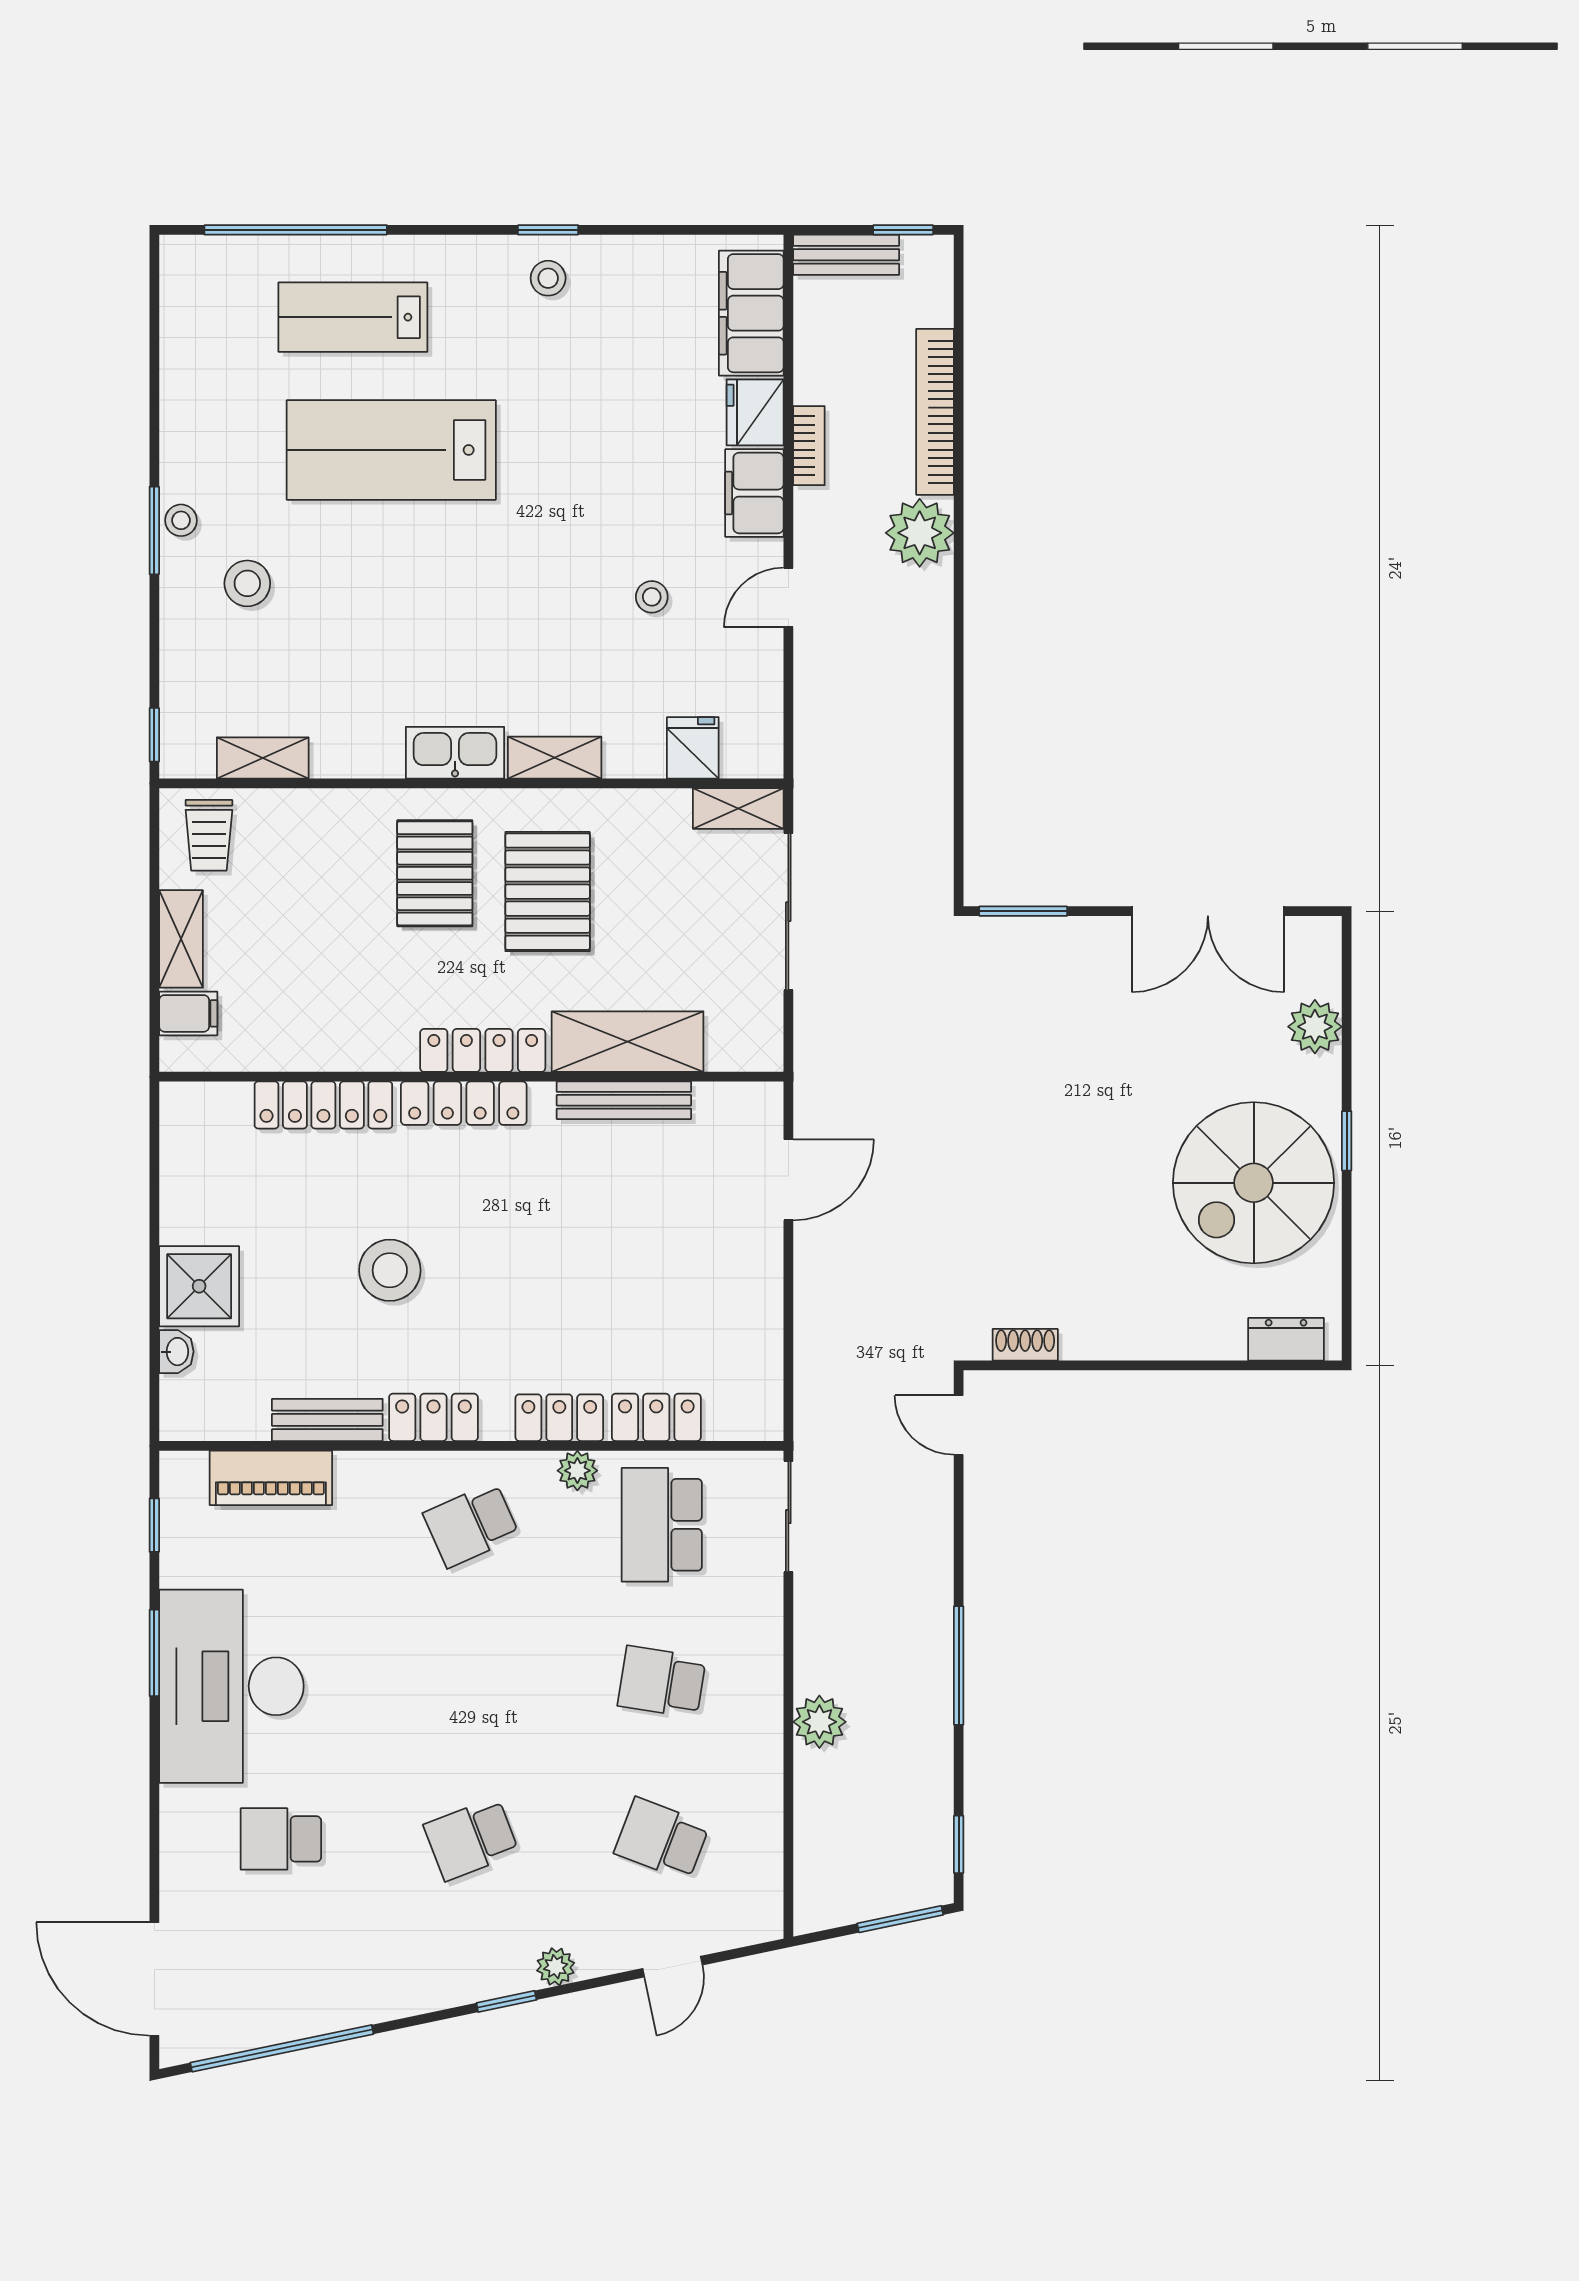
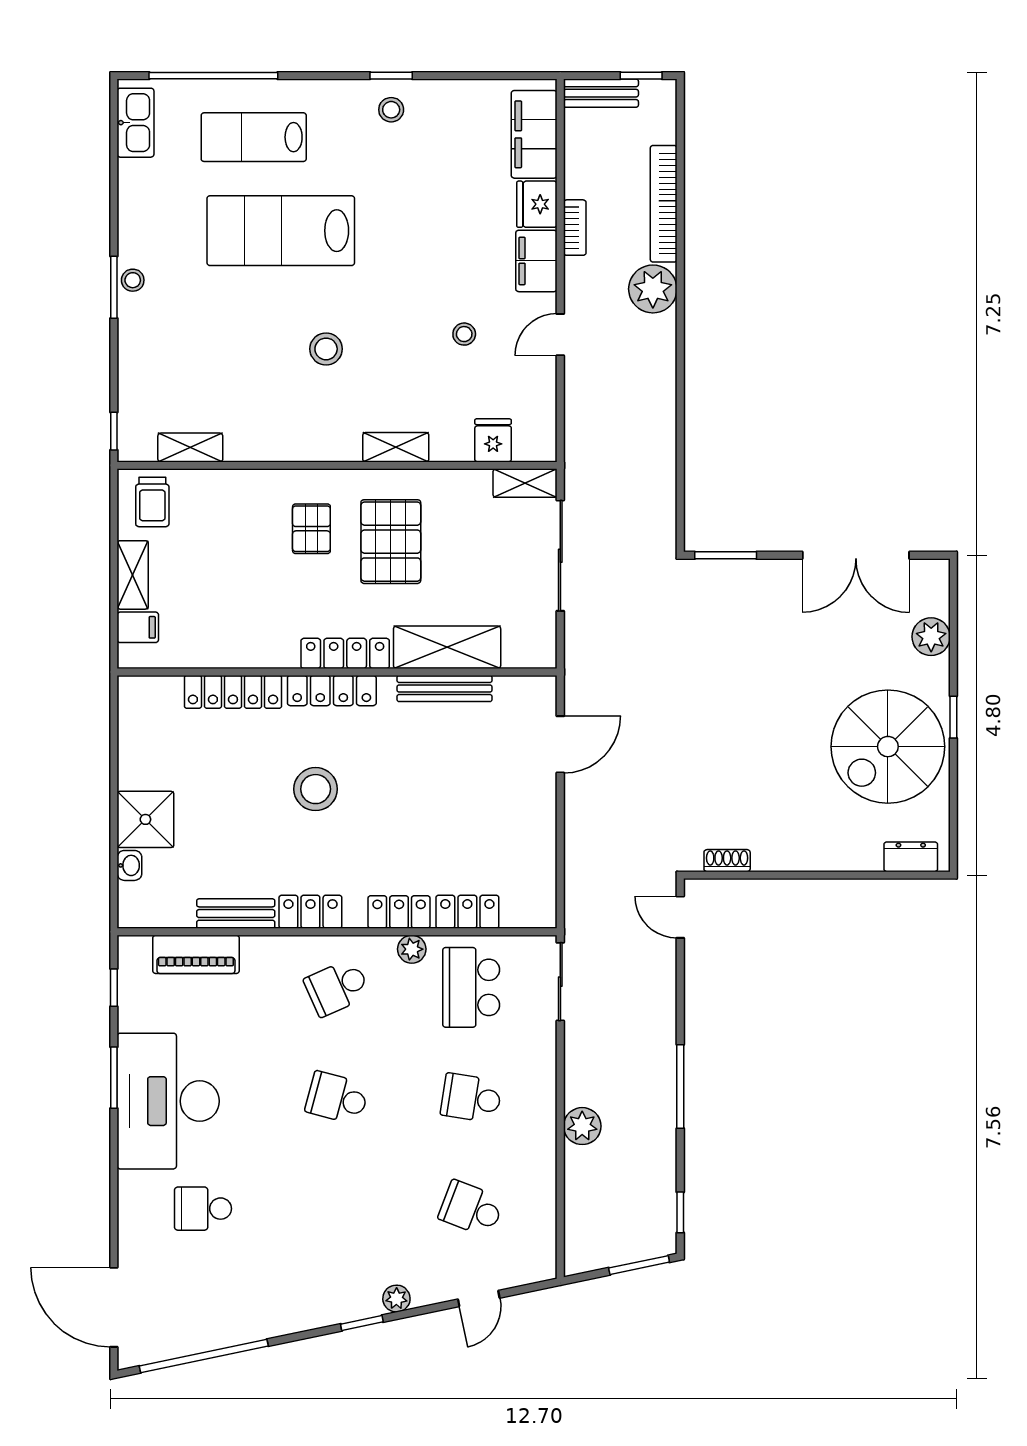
stool: (247, 583) -> (326, 349), moved
kitchen sink: (455, 753) -> (135, 123), moved, turned 90
pallet: (435, 873) -> (311, 529), width x0.67, depth x0.71
stool: (390, 1270) -> (316, 789), moved
school desk: (471, 1839) -> (337, 1098), moved, turned 36

